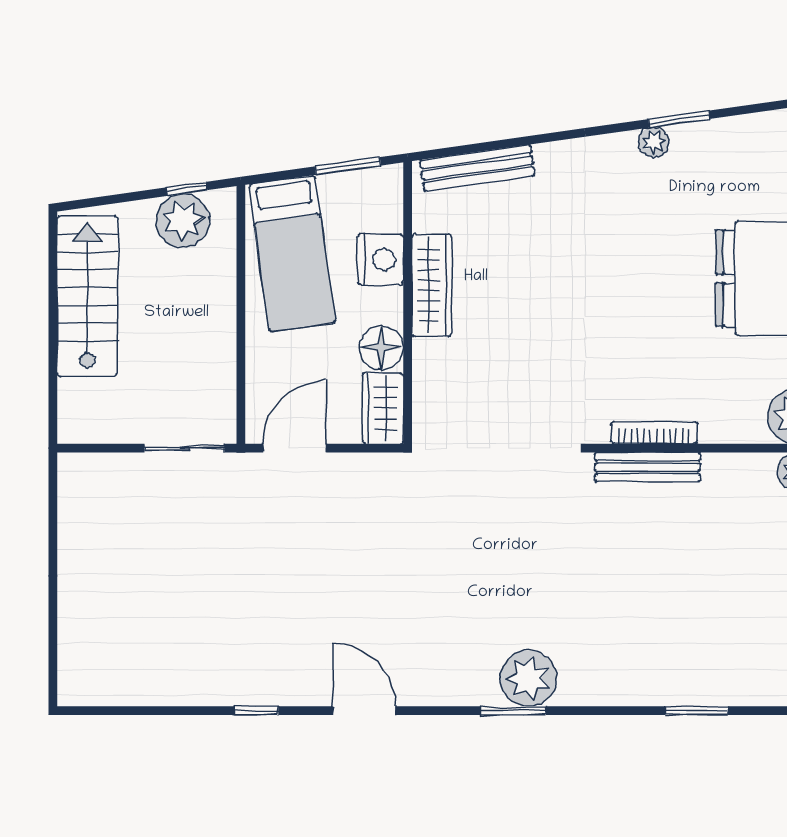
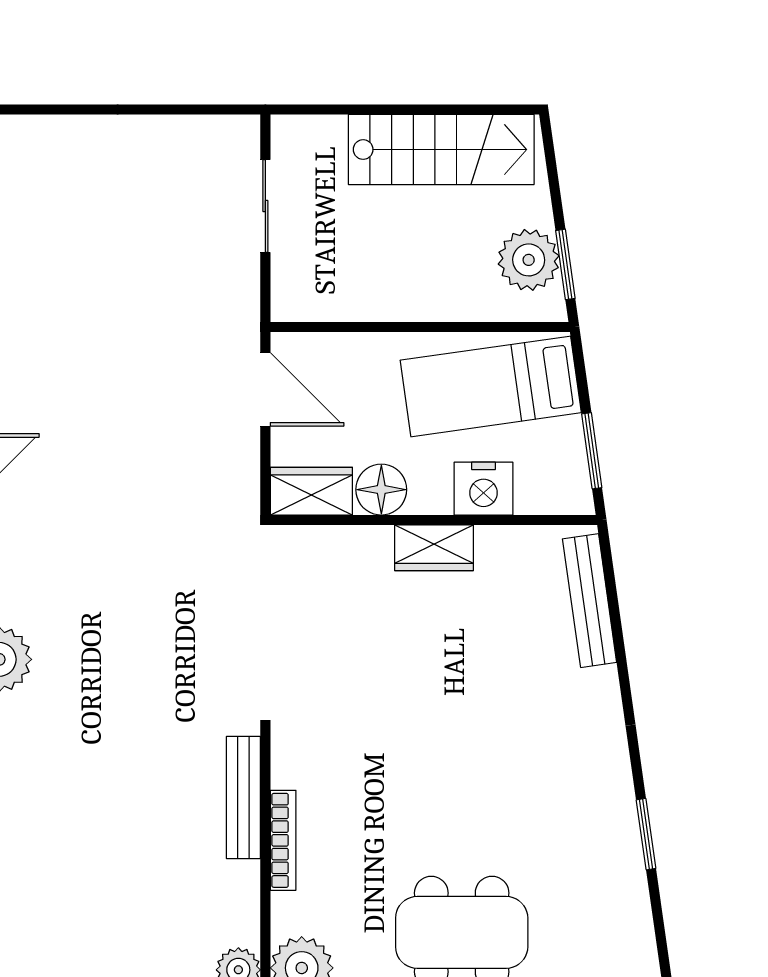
plant: (653, 142) -> (619, 804), removed
window: (187, 189) -> (565, 264), width x1.50
wardrobe: (432, 285) -> (434, 548), width x0.67
bookcase: (654, 433) -> (283, 840), moved
sliding door: (185, 448) -> (265, 206), moved

